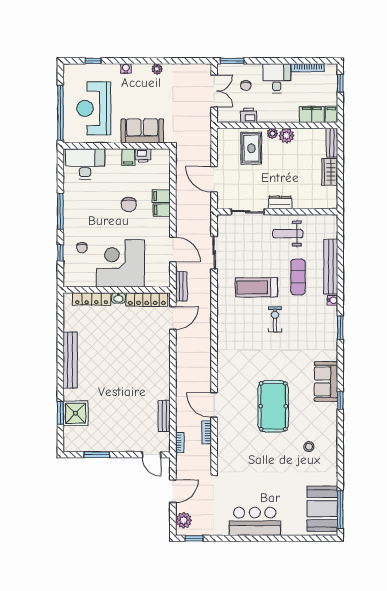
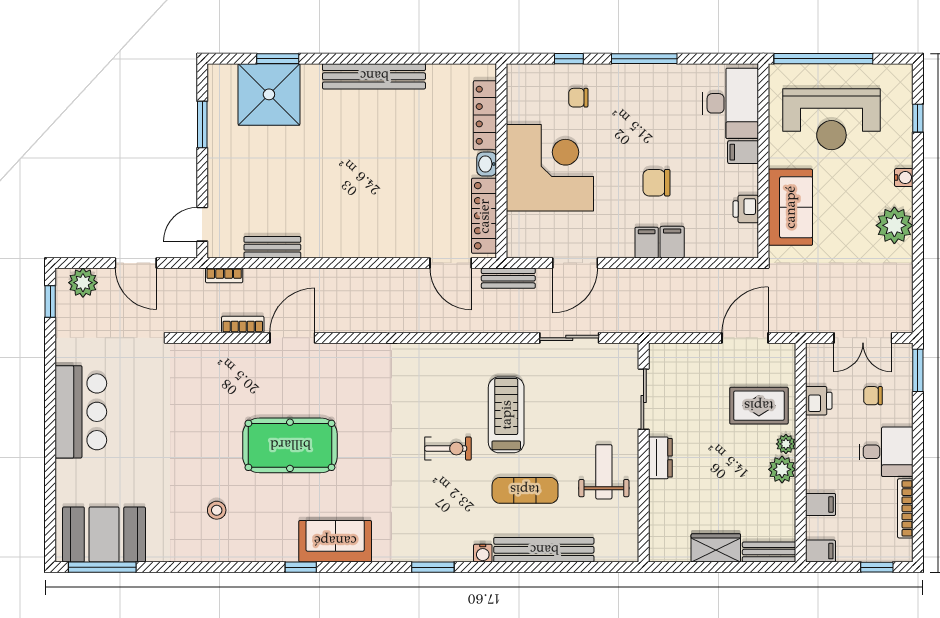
plant: (157, 69) -> (894, 225), width x1.87, depth x1.87
reception desk: (94, 108) -> (831, 119), turned 180
filing cabinet: (312, 114) -> (821, 504), width x0.50
filing cabinet: (128, 157) -> (743, 152), moved
door: (214, 179) -> (745, 338), moved
shower: (76, 413) -> (269, 94), width x1.37, depth x1.37

